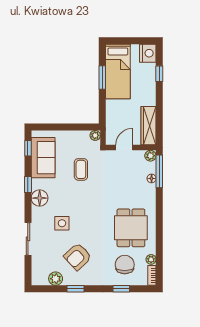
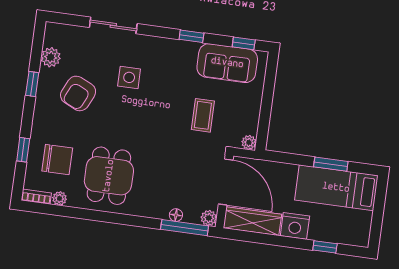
nightstand: (148, 53) -> (295, 226), moved
door: (124, 148) -> (226, 182), width x1.87
coffee table: (81, 169) -> (203, 115), turned 90
floor lamp: (40, 198) -> (170, 50), removed
dining table: (131, 228) -> (109, 176), turned 90
armchair: (78, 257) -> (78, 93), turned -112

